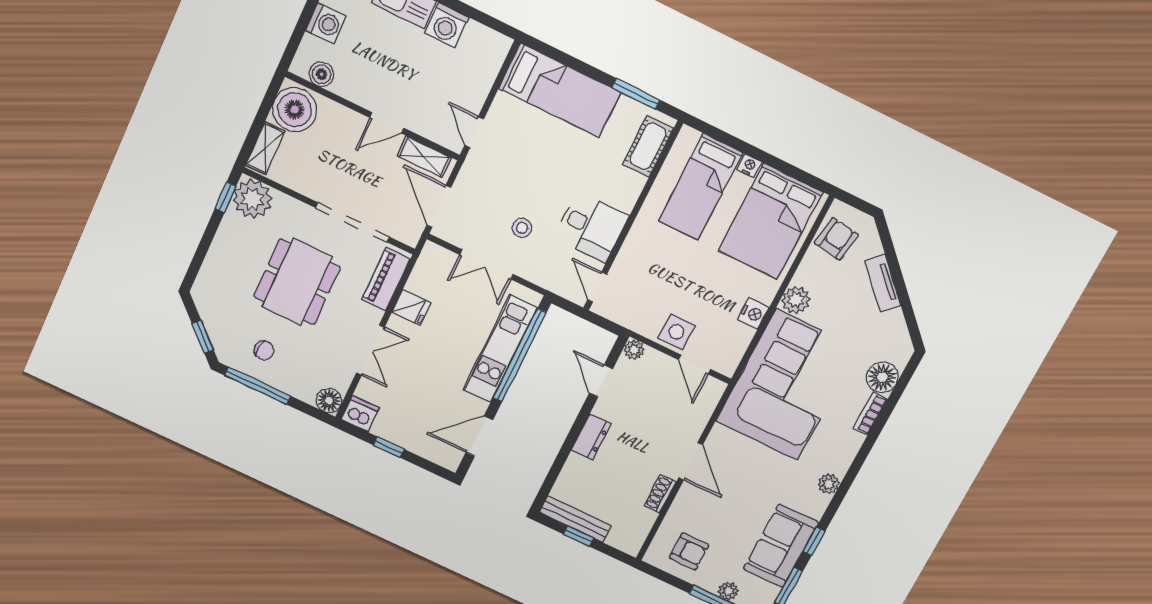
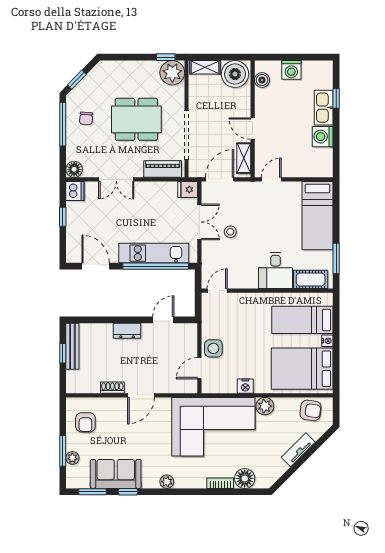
desk: (591, 227) -> (275, 270), moved
double door: (487, 264) -> (199, 222), swing flipped
fridge: (411, 308) -> (188, 190), moved, turned 90
plant: (634, 350) -> (191, 330), removed

